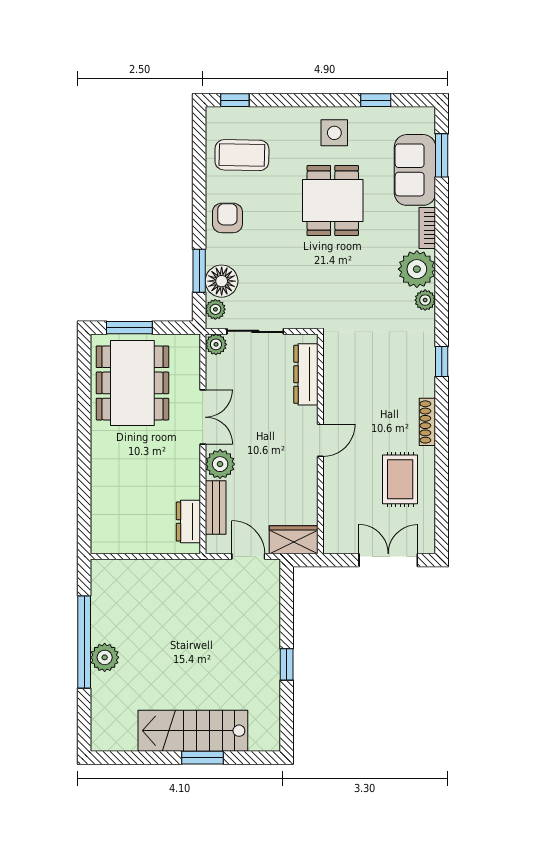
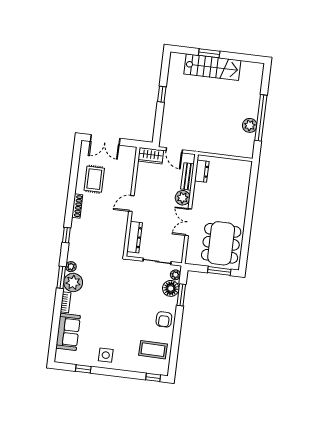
window: (442, 155) -> (61, 277), moved
dining table: (333, 201) -> (111, 322), removed
plant: (216, 344) -> (177, 257), removed
plant: (105, 657) -> (250, 125), moved

